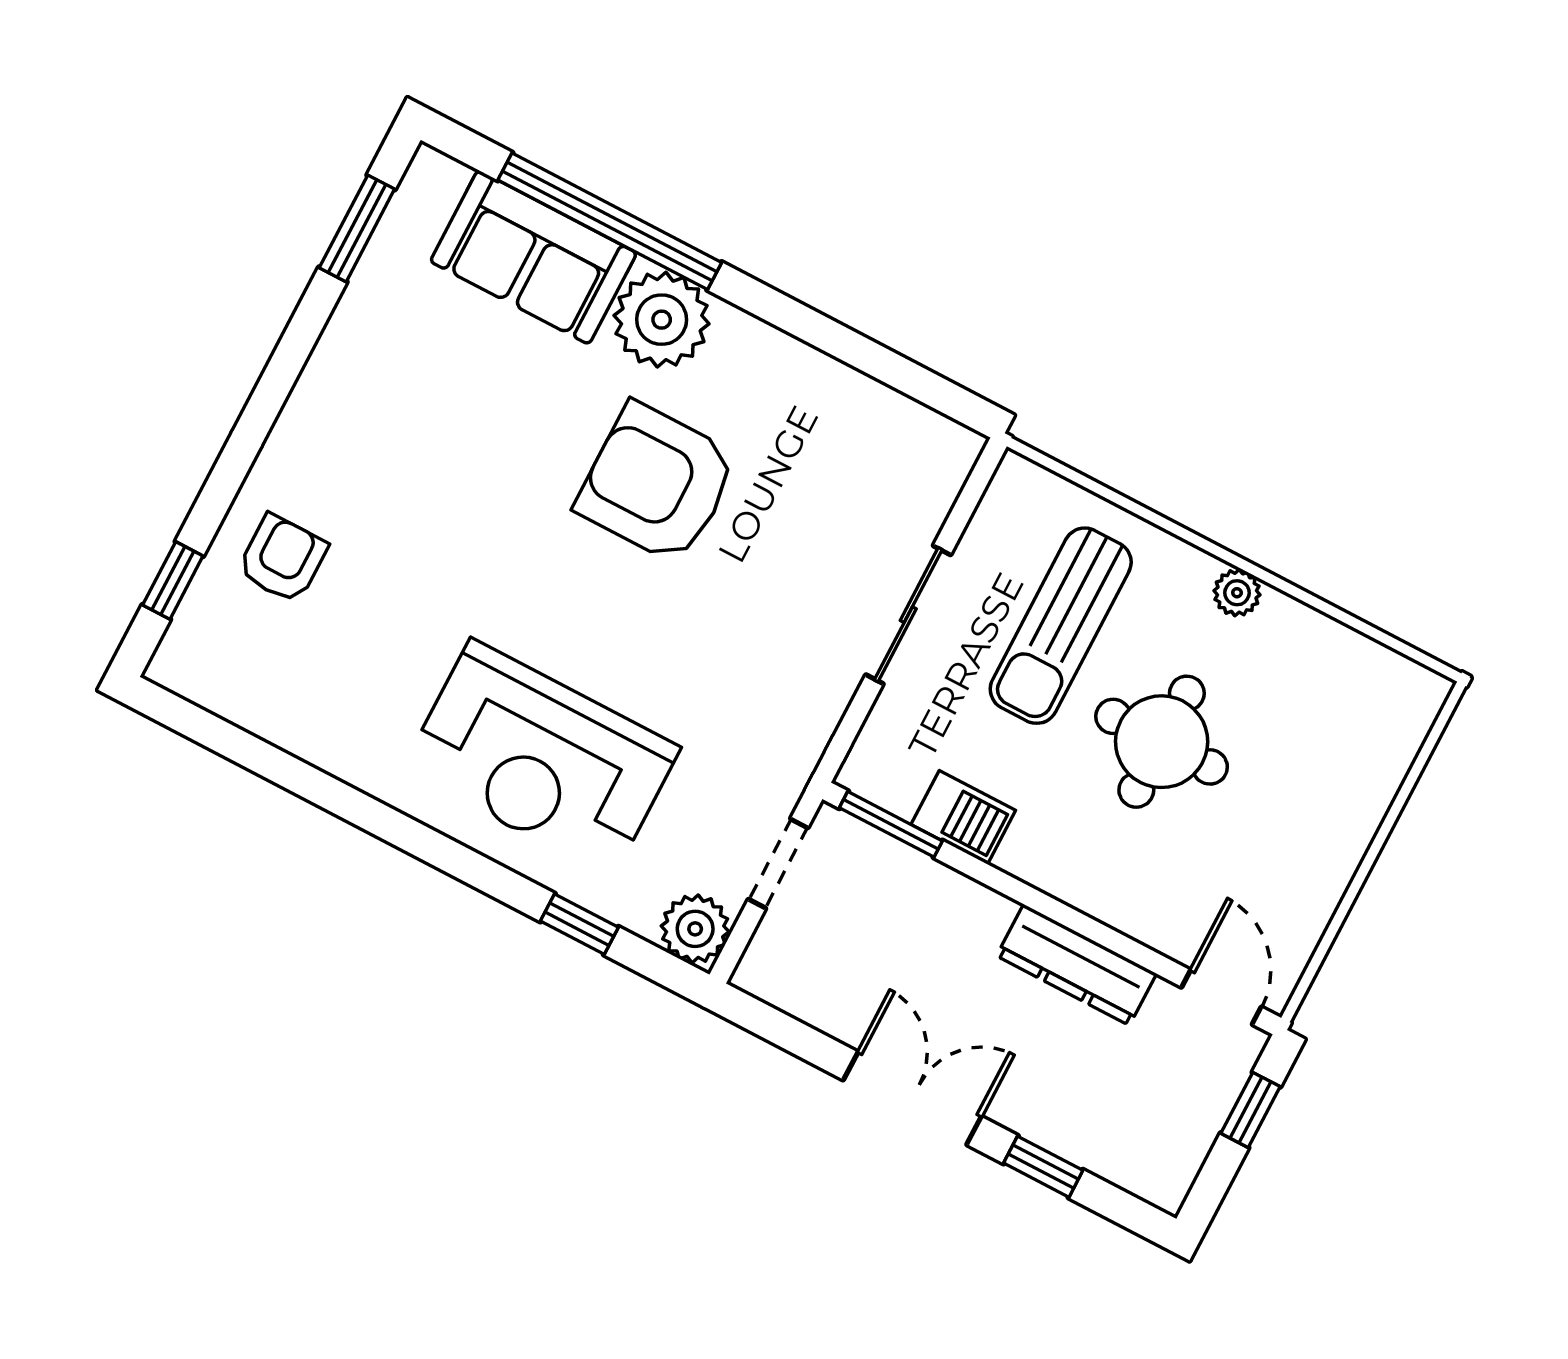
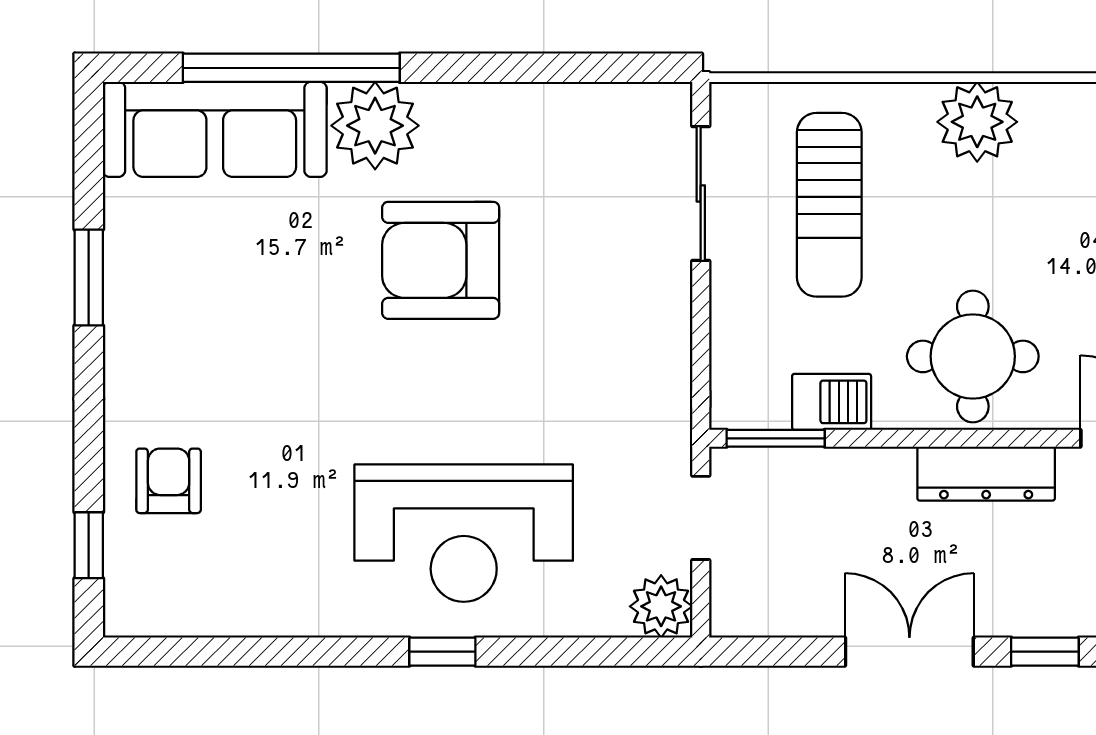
window: (357, 228) -> (89, 277), moved
sofa: (533, 257) -> (215, 129), width x1.36
plant: (1237, 593) -> (977, 122), width x1.88, depth x1.88
sliding door: (908, 615) -> (701, 193), moved
round table: (1162, 742) -> (973, 356), moved
window: (579, 924) -> (442, 652), moved

